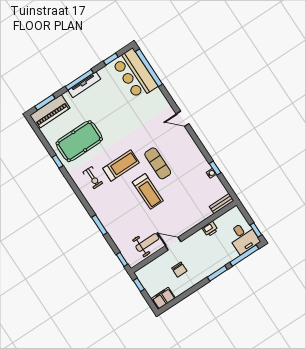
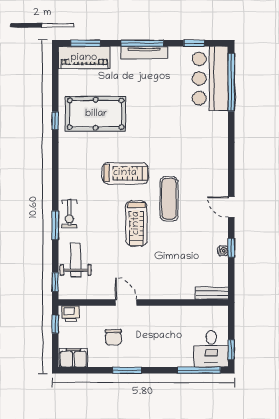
door: (183, 119) -> (231, 207), moved
exercise bike: (93, 178) -> (69, 214), moved
printer: (210, 229) -> (71, 314), moved
weight bench: (147, 242) -> (76, 260), moved, turned -90
window: (217, 273) -> (127, 370), moved

